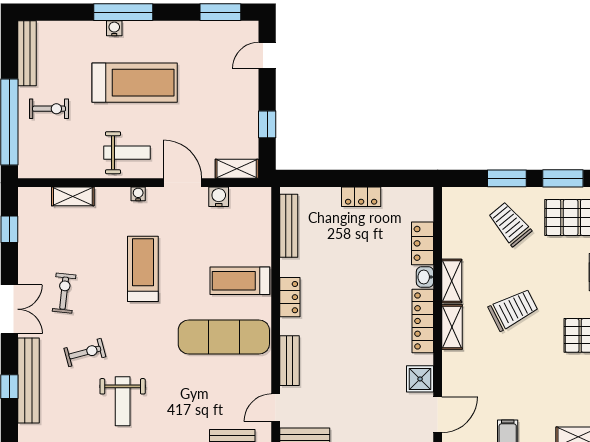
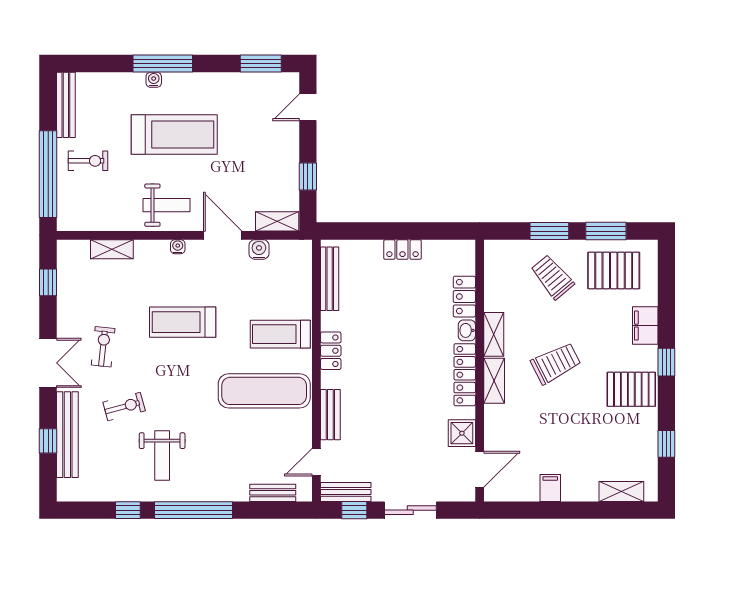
treadmill: (143, 269) -> (183, 322), turned -90

